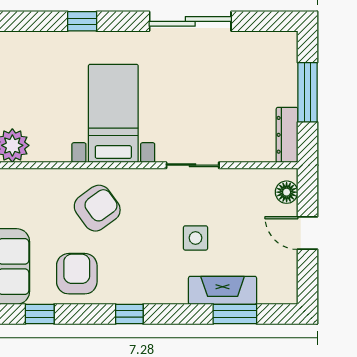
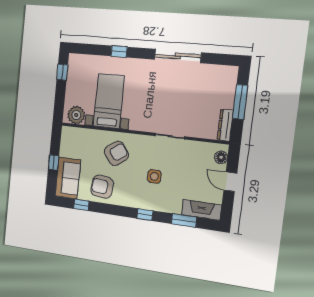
bed with nightstands: (113, 113) -> (109, 101), moved
side table: (196, 238) -> (154, 176), moved
armchair: (77, 274) -> (102, 187), turned -84
fireplace: (223, 290) -> (202, 210), moved
window: (129, 314) -> (145, 215), moved

